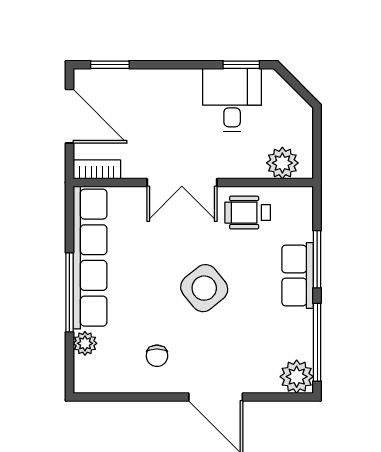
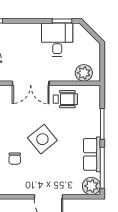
wheelchair: (248, 213) -> (65, 99), turned 180
row of seats: (298, 276) -> (92, 154), moved
chair: (157, 356) -> (15, 159), moved

